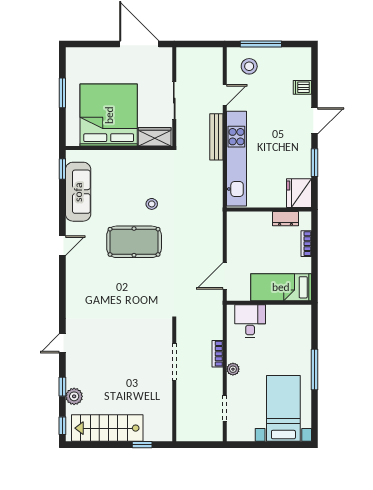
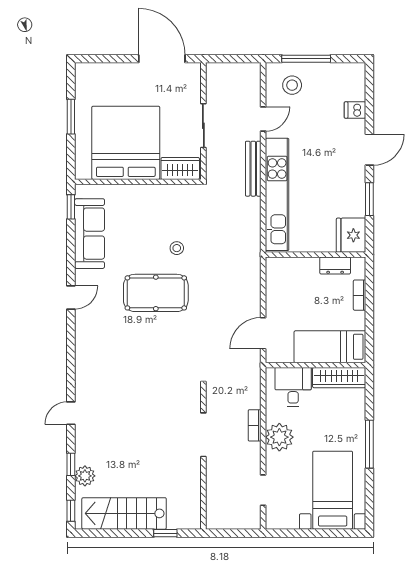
wardrobe: (289, 313) -> (339, 378), added
plant: (233, 369) -> (279, 437), width x1.87, depth x1.87

